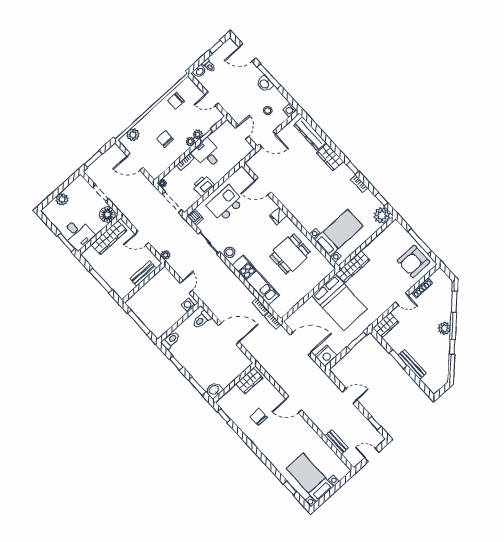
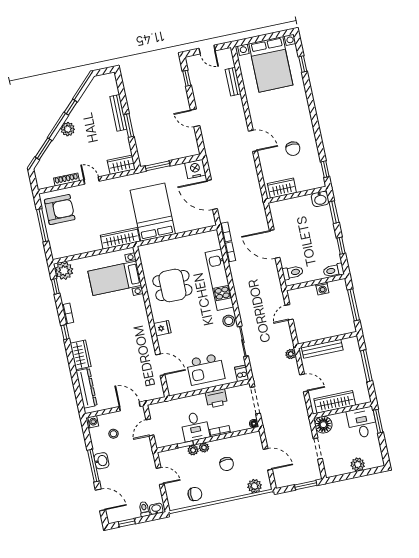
bench: (143, 274) -> (322, 349), width x1.36
washing machine: (188, 305) -> (322, 289), moved
bed with nightstands: (310, 478) -> (271, 64), width x1.36

